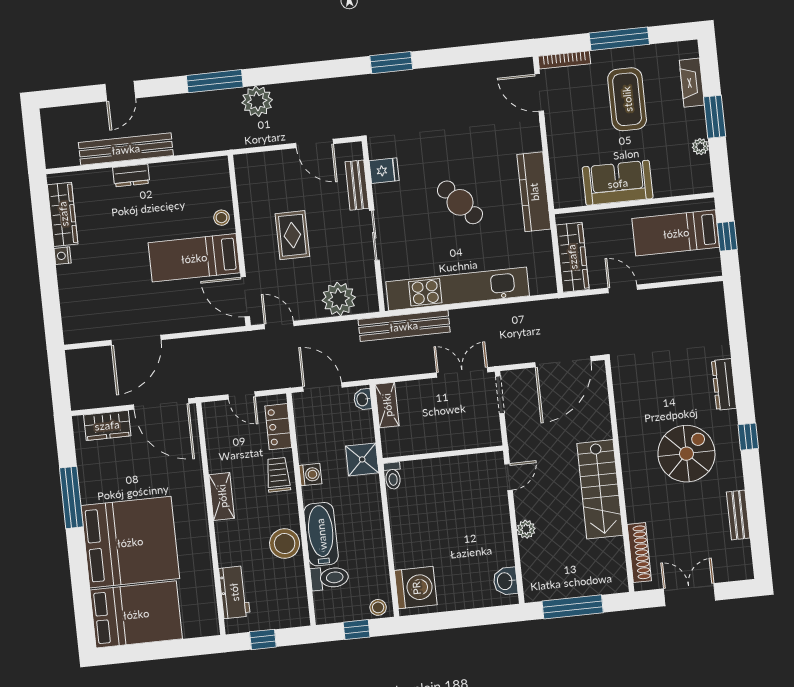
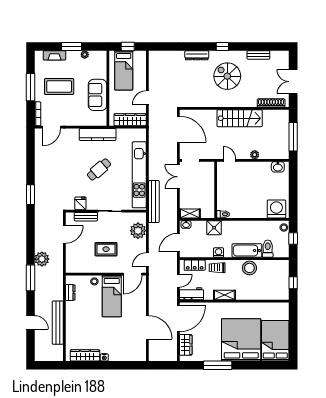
dresser: (131, 175) -> (70, 293), moved
workbench: (234, 592) -> (192, 294), moved

